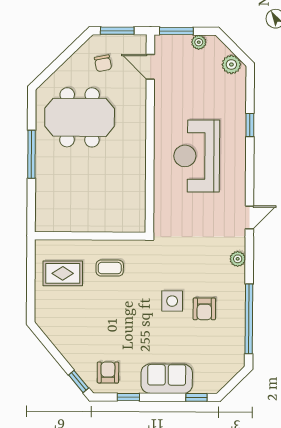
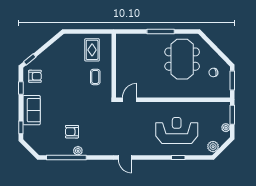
door: (150, 67) -> (130, 100), moved
reception desk: (197, 156) -> (177, 131), moved
plant: (238, 259) -> (78, 151), moved
side table: (172, 301) -> (76, 113), removed

